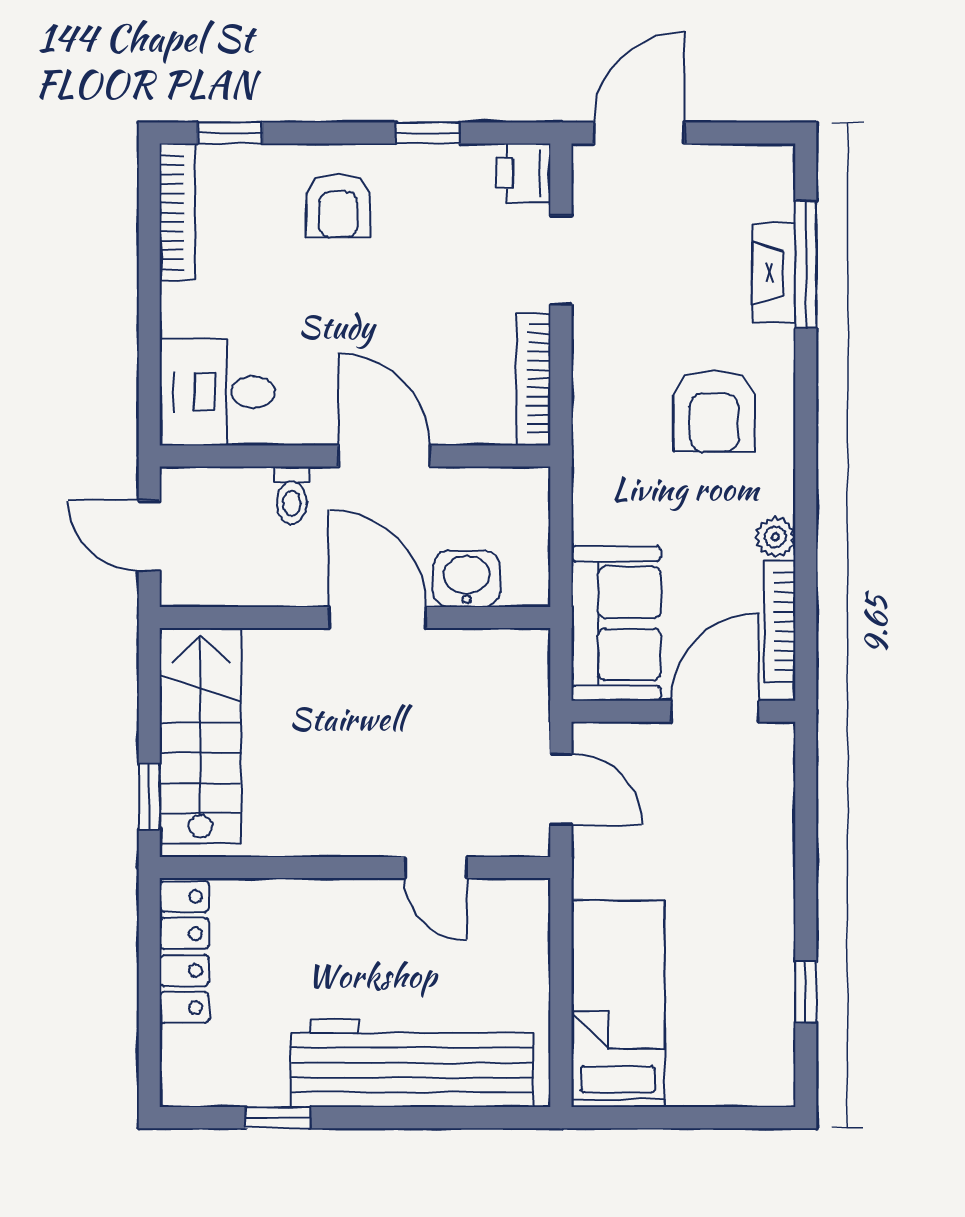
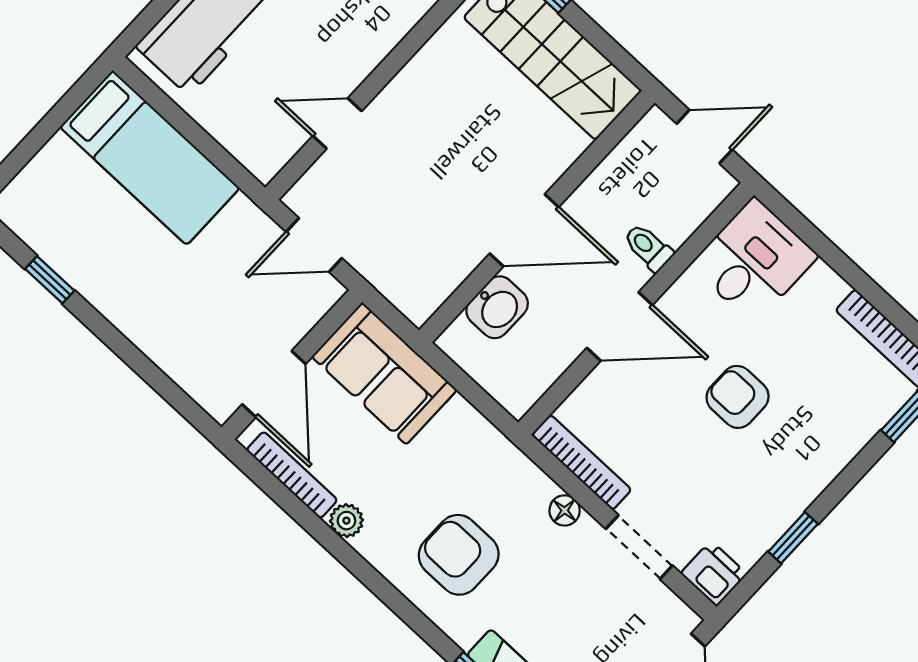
armchair: (338, 205) -> (738, 397), moved
floor lamp: (589, 355) -> (565, 510), added

